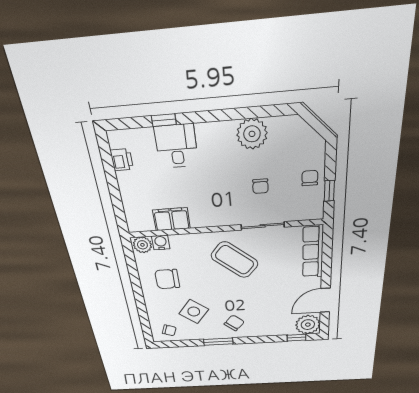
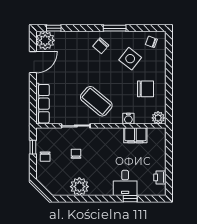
water cooler: (161, 242) -> (128, 119), moved

